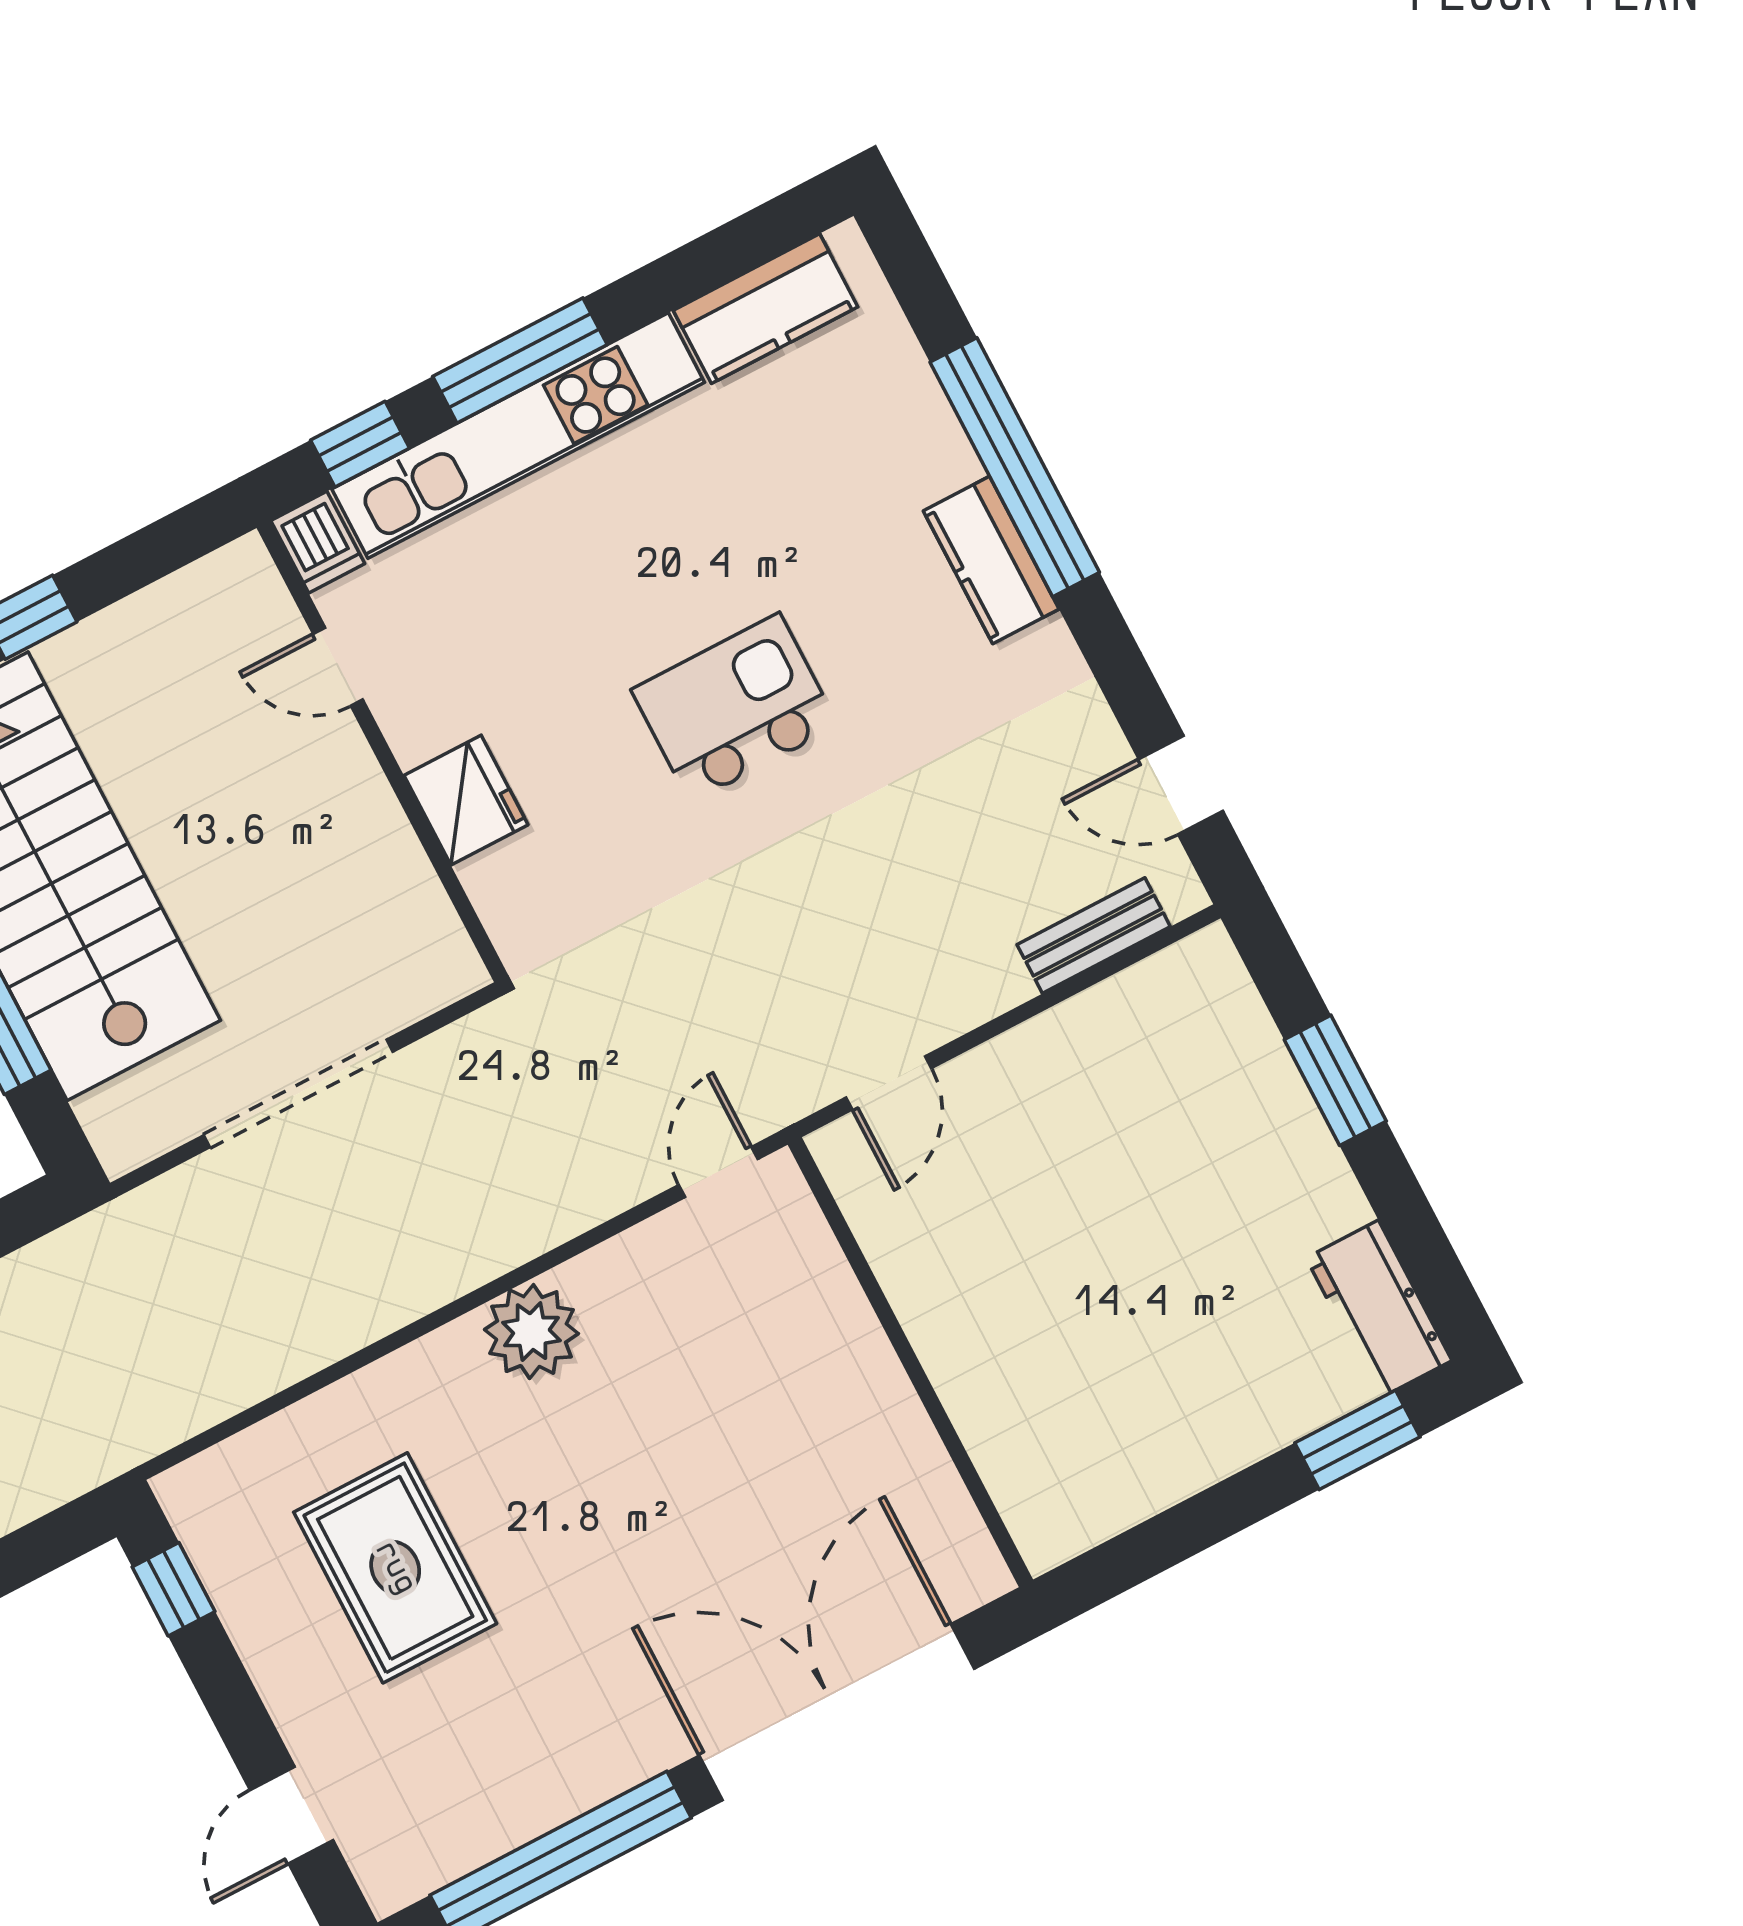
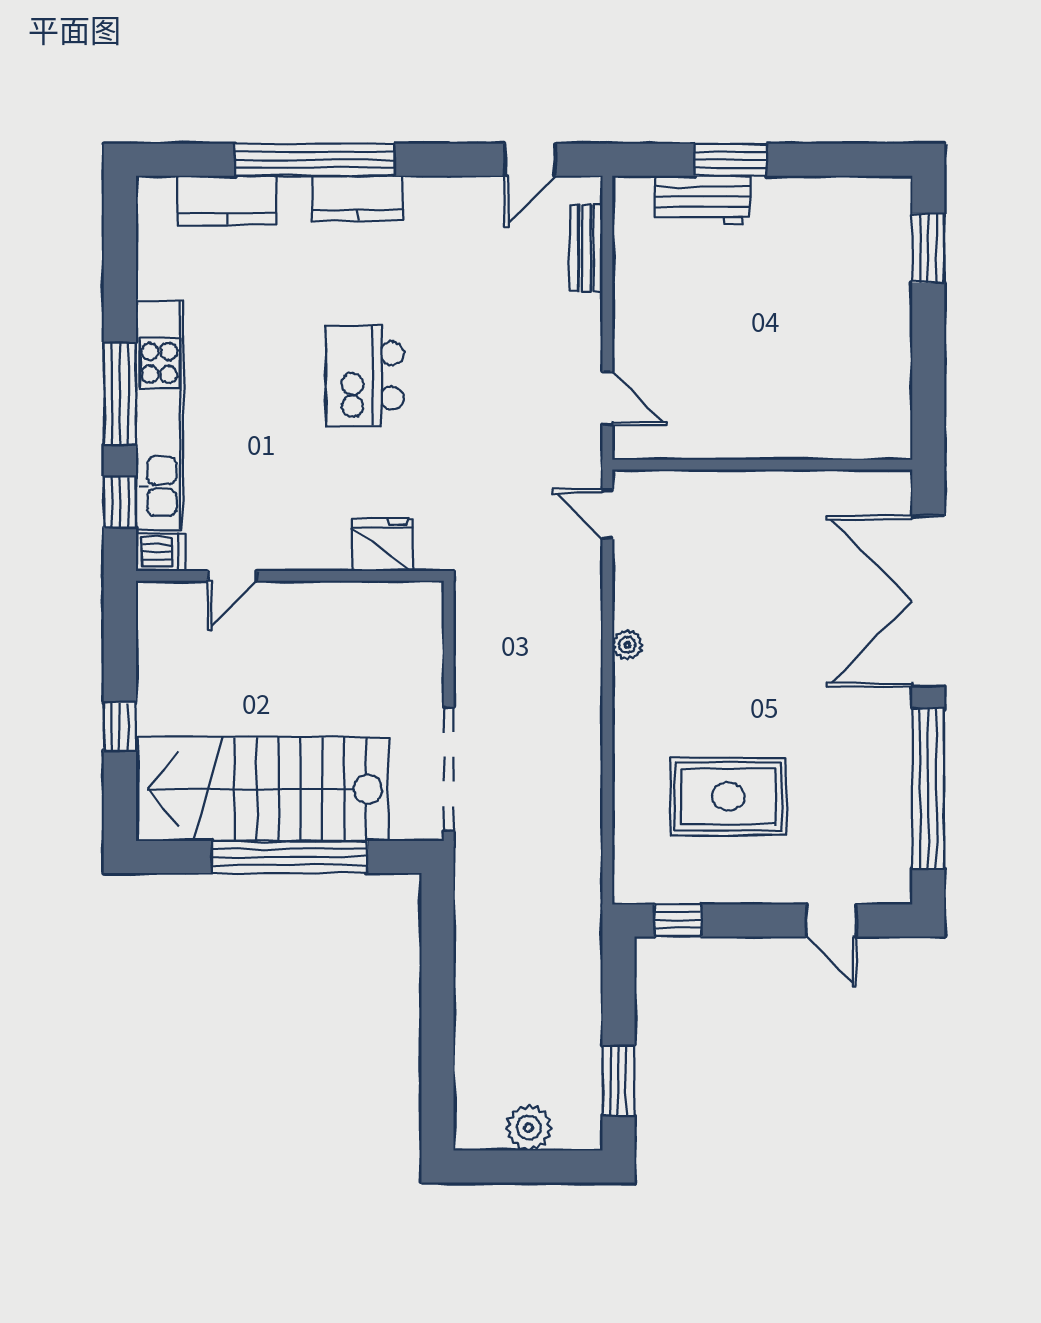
kitchen counter: (765, 309) -> (227, 201), moved, turned 90
fridge: (466, 800) -> (382, 545), moved
doorway: (298, 1093) -> (449, 769), moved
workbench: (1379, 1309) -> (703, 200), moved
plant: (531, 1332) -> (627, 645), width x0.53, depth x0.53

